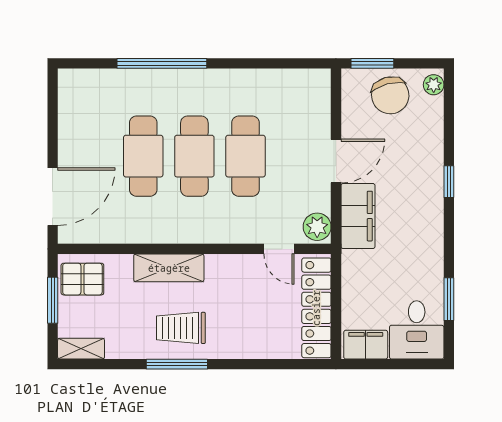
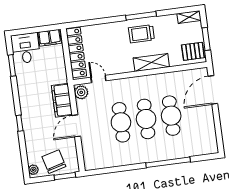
trolley: (181, 328) -> (141, 34), turned 180

